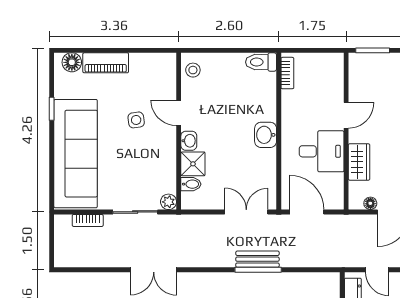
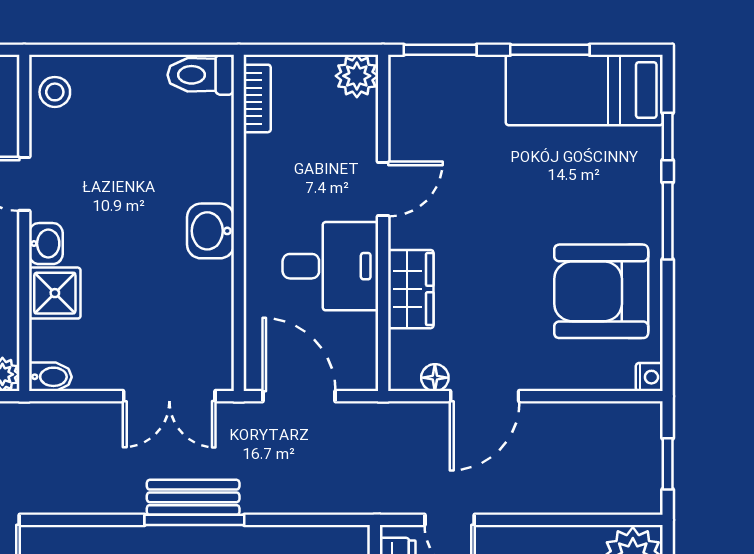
plant: (334, 63) -> (357, 76), added
bidet: (191, 184) -> (50, 377), moved
double door: (246, 212) -> (169, 396), swing flipped

